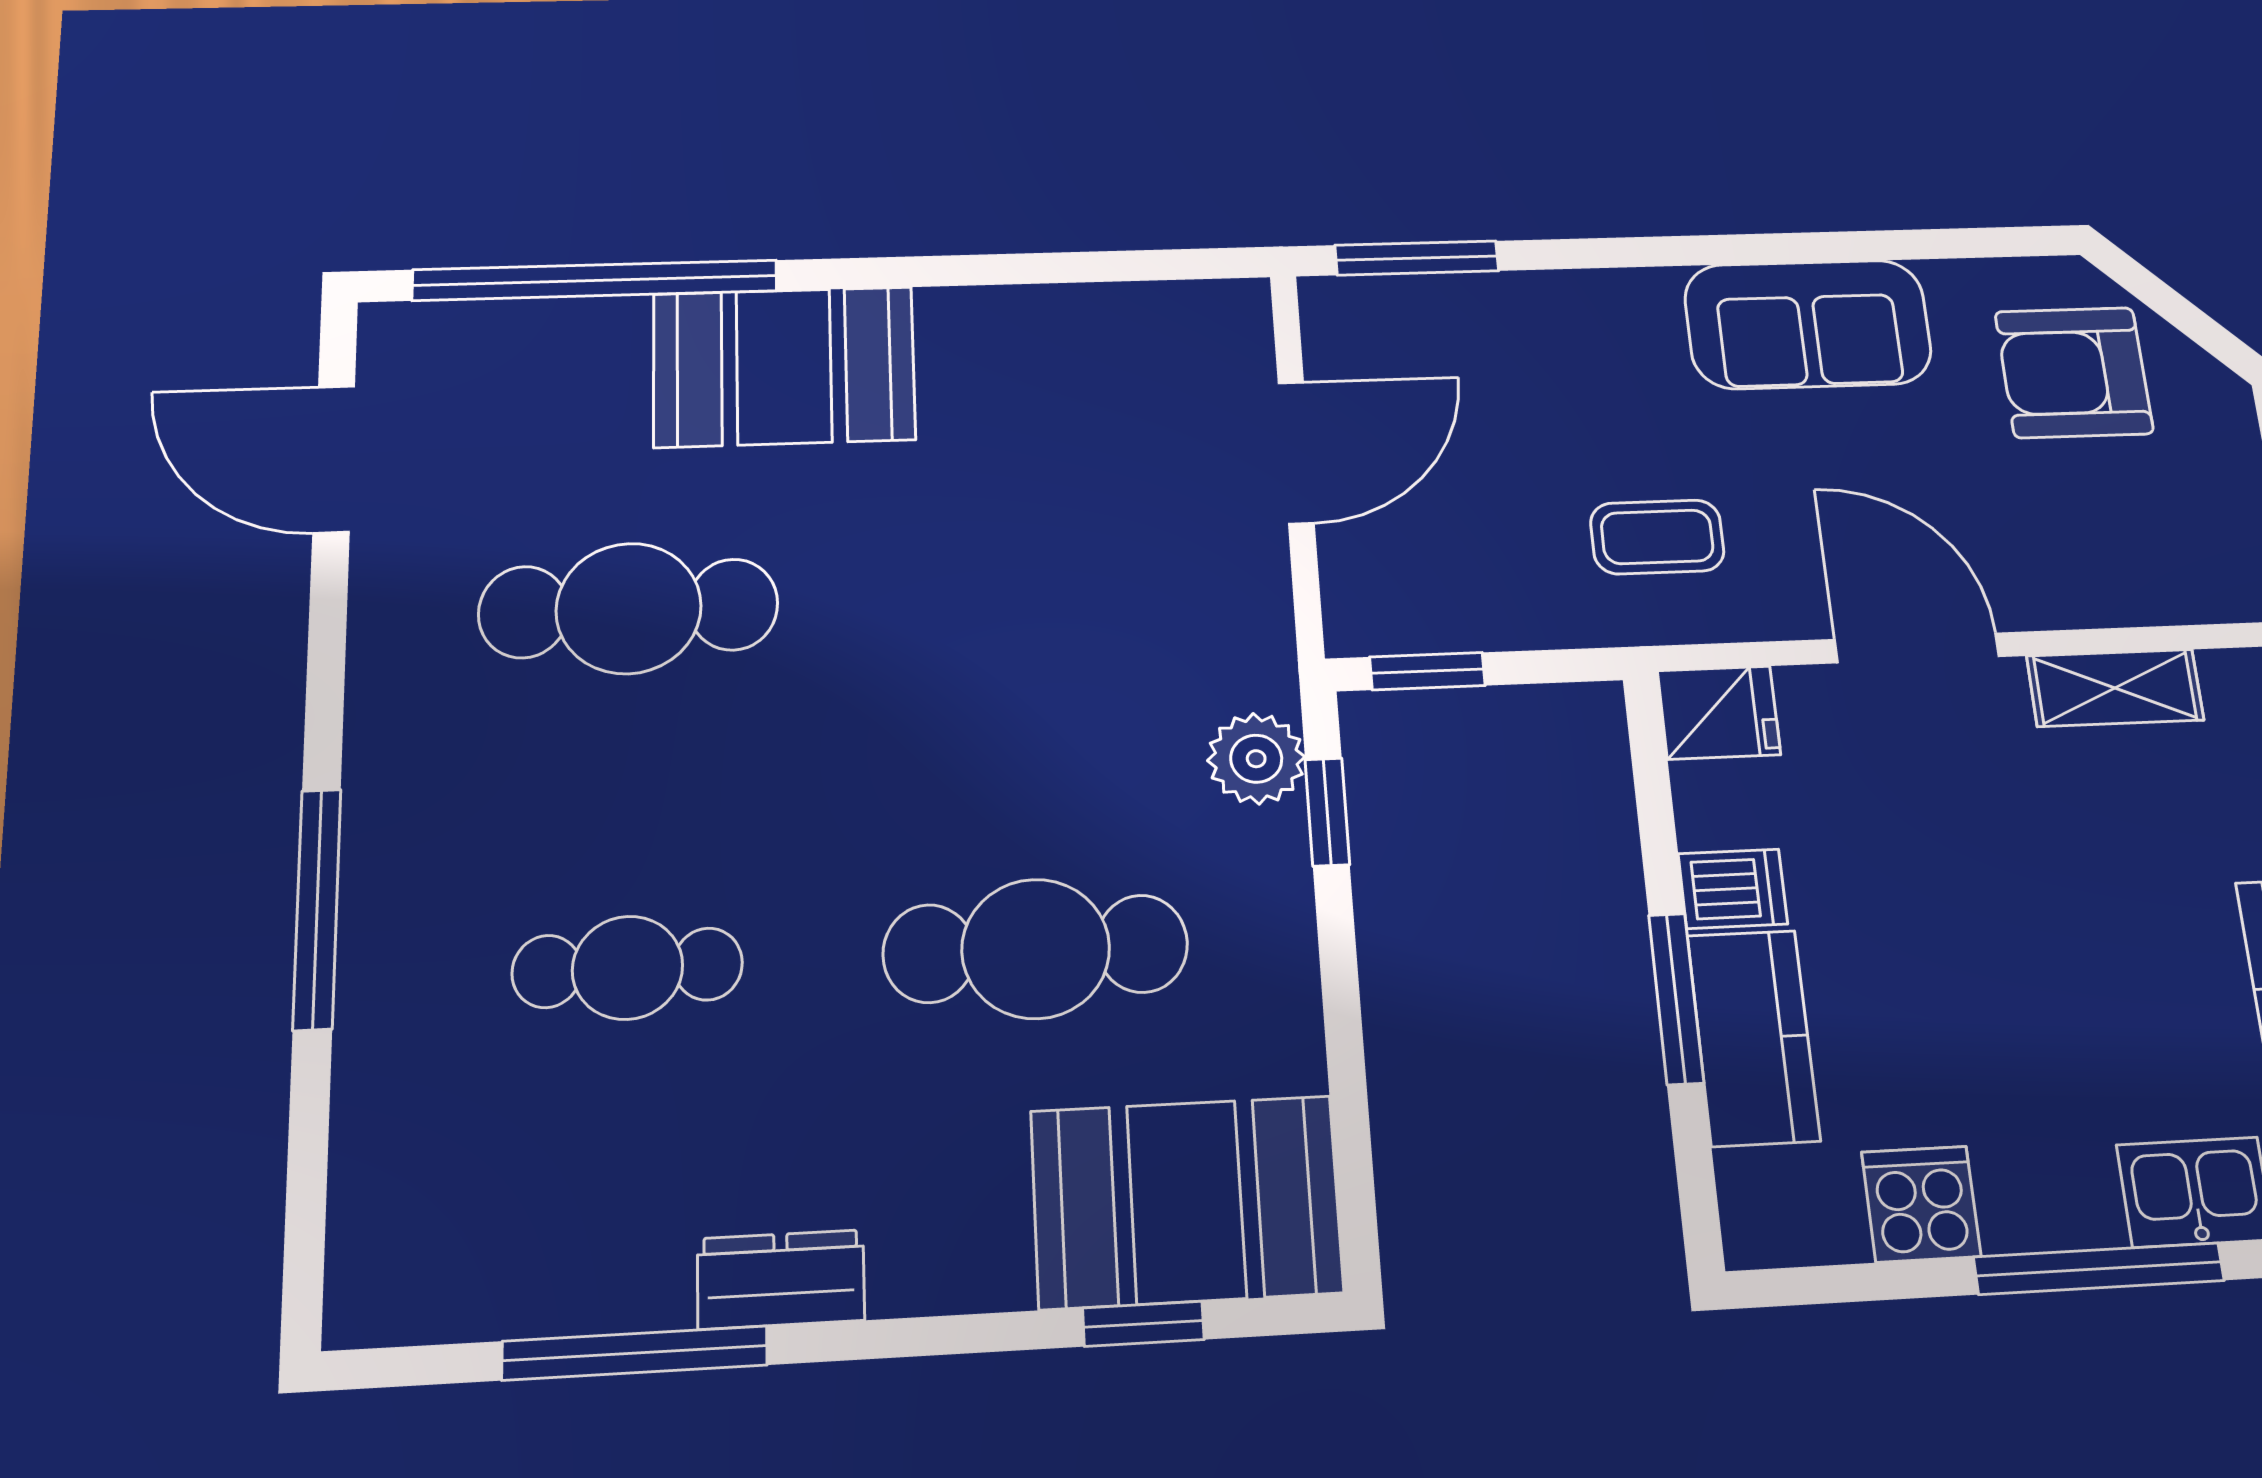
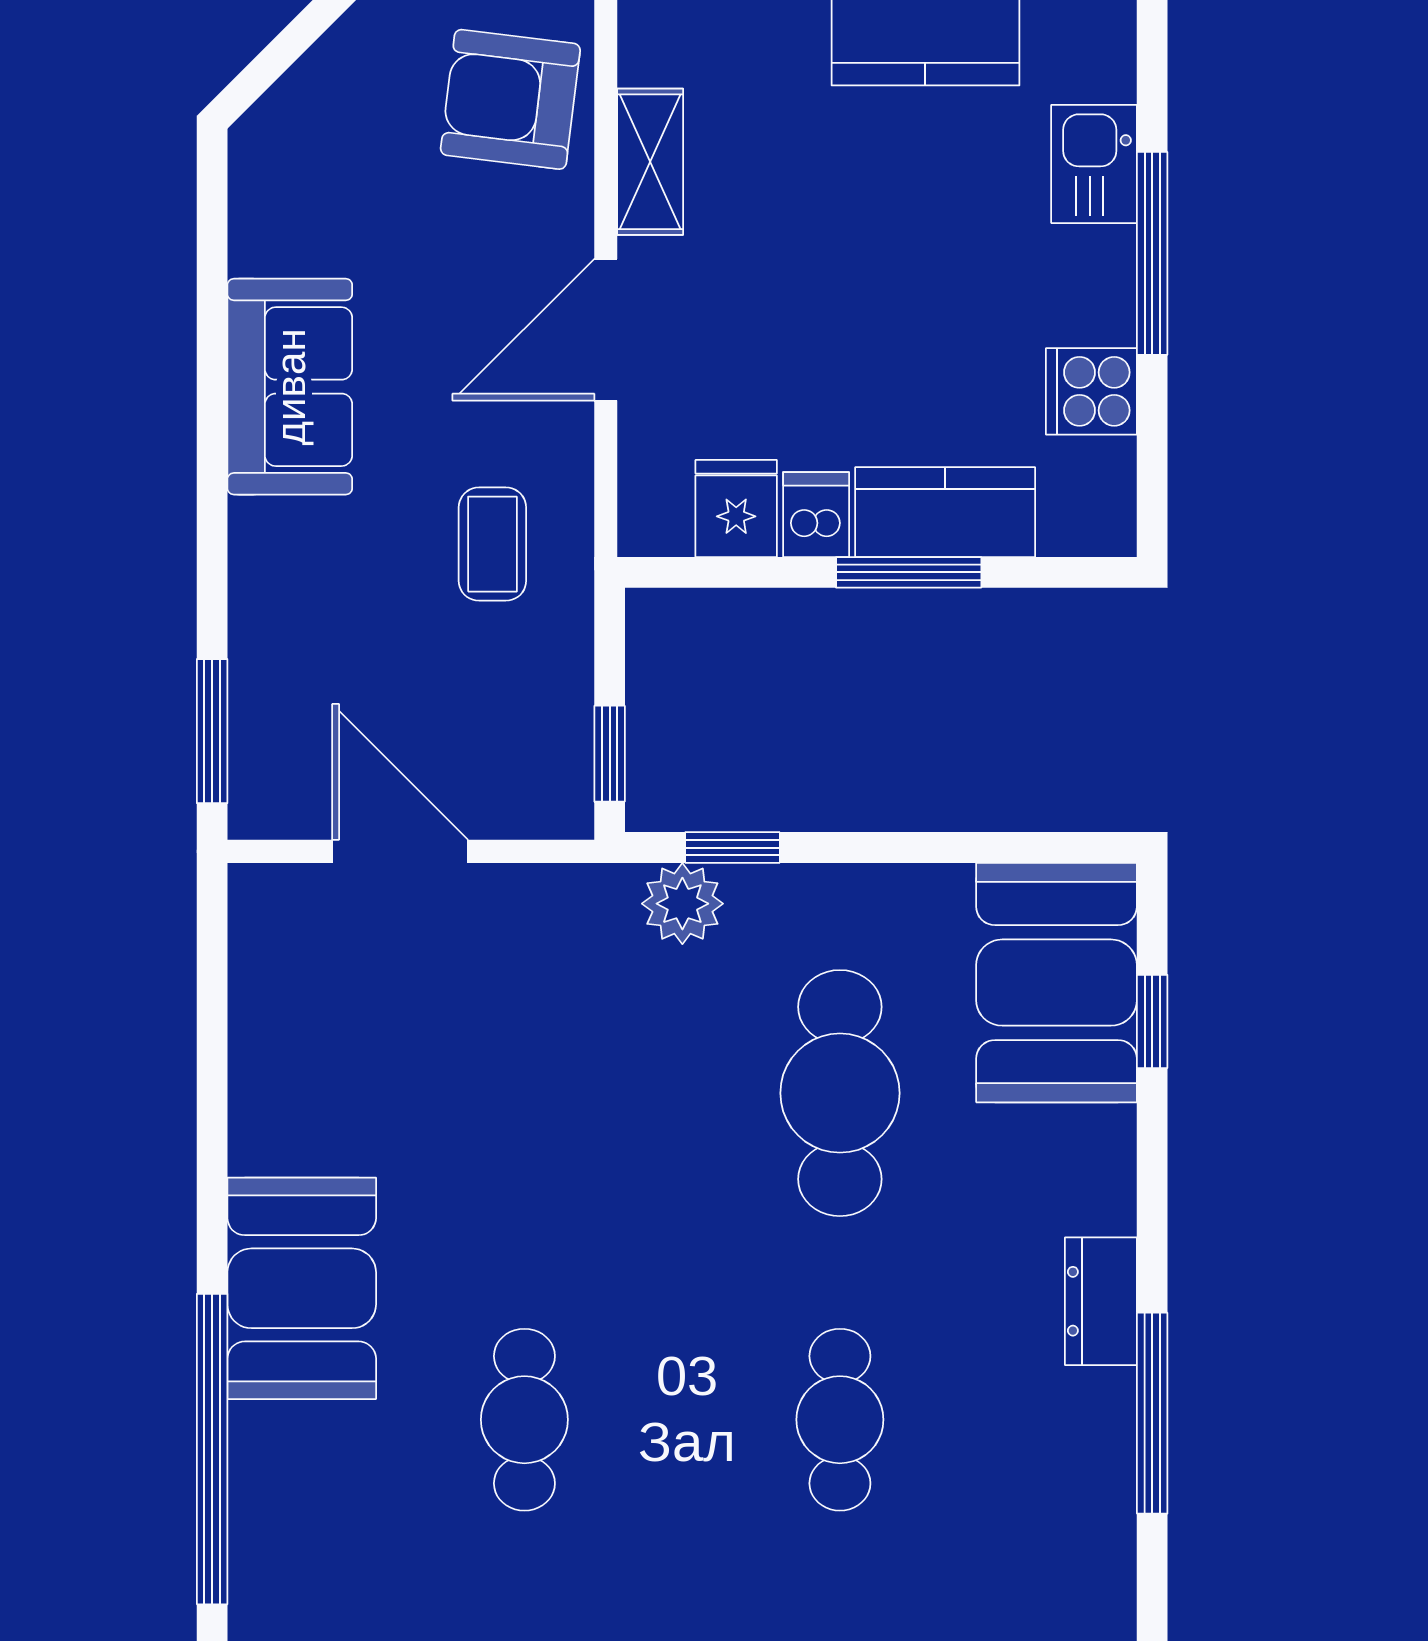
armchair: (2074, 372) -> (510, 99), moved, turned 97
cafe table: (629, 608) -> (524, 1420), width x0.73, depth x0.74
fridge: (1719, 713) -> (736, 509), moved

